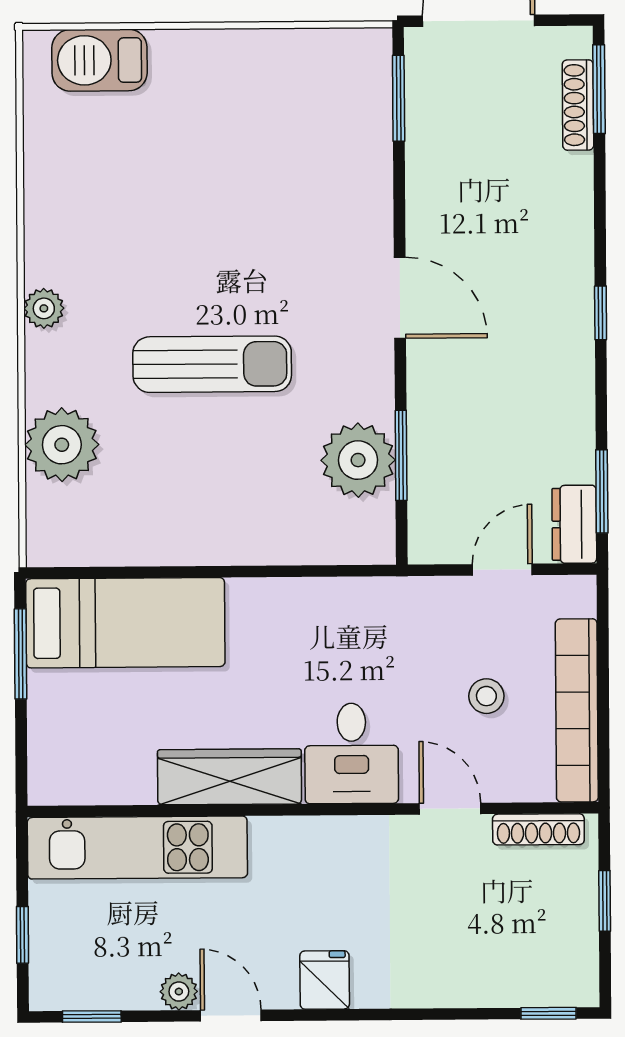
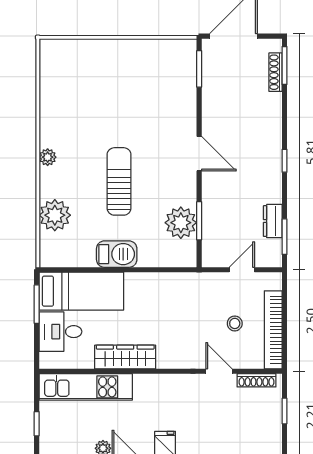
barbecue: (100, 60) -> (117, 254), moved, turned 180
sun lounger: (212, 364) -> (119, 181), turned -90
dresser: (574, 524) -> (273, 221), moved
desk: (352, 753) -> (60, 332), moved, turned 90

